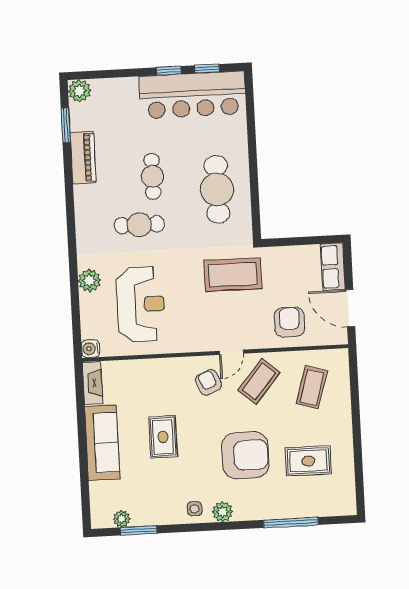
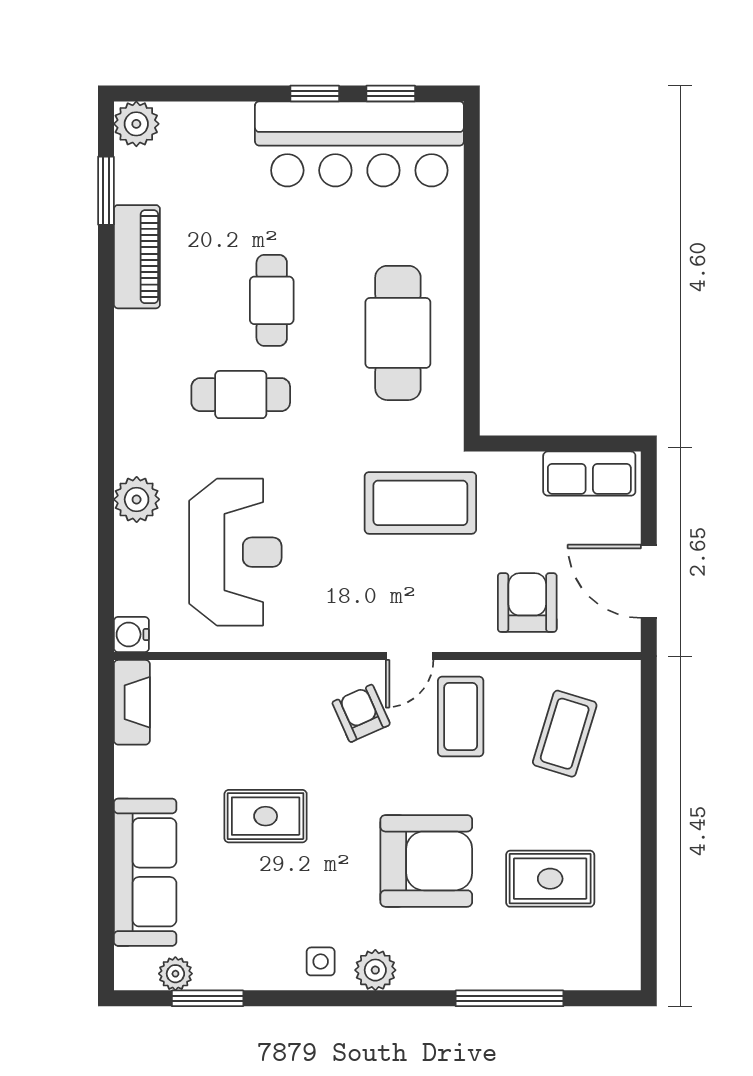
row of seats: (333, 267) -> (589, 474), moved, turned -90
coffee table: (259, 381) -> (461, 717), turned -40
rug: (163, 437) -> (266, 816), turned 90
sofa: (102, 443) -> (145, 872), moved

